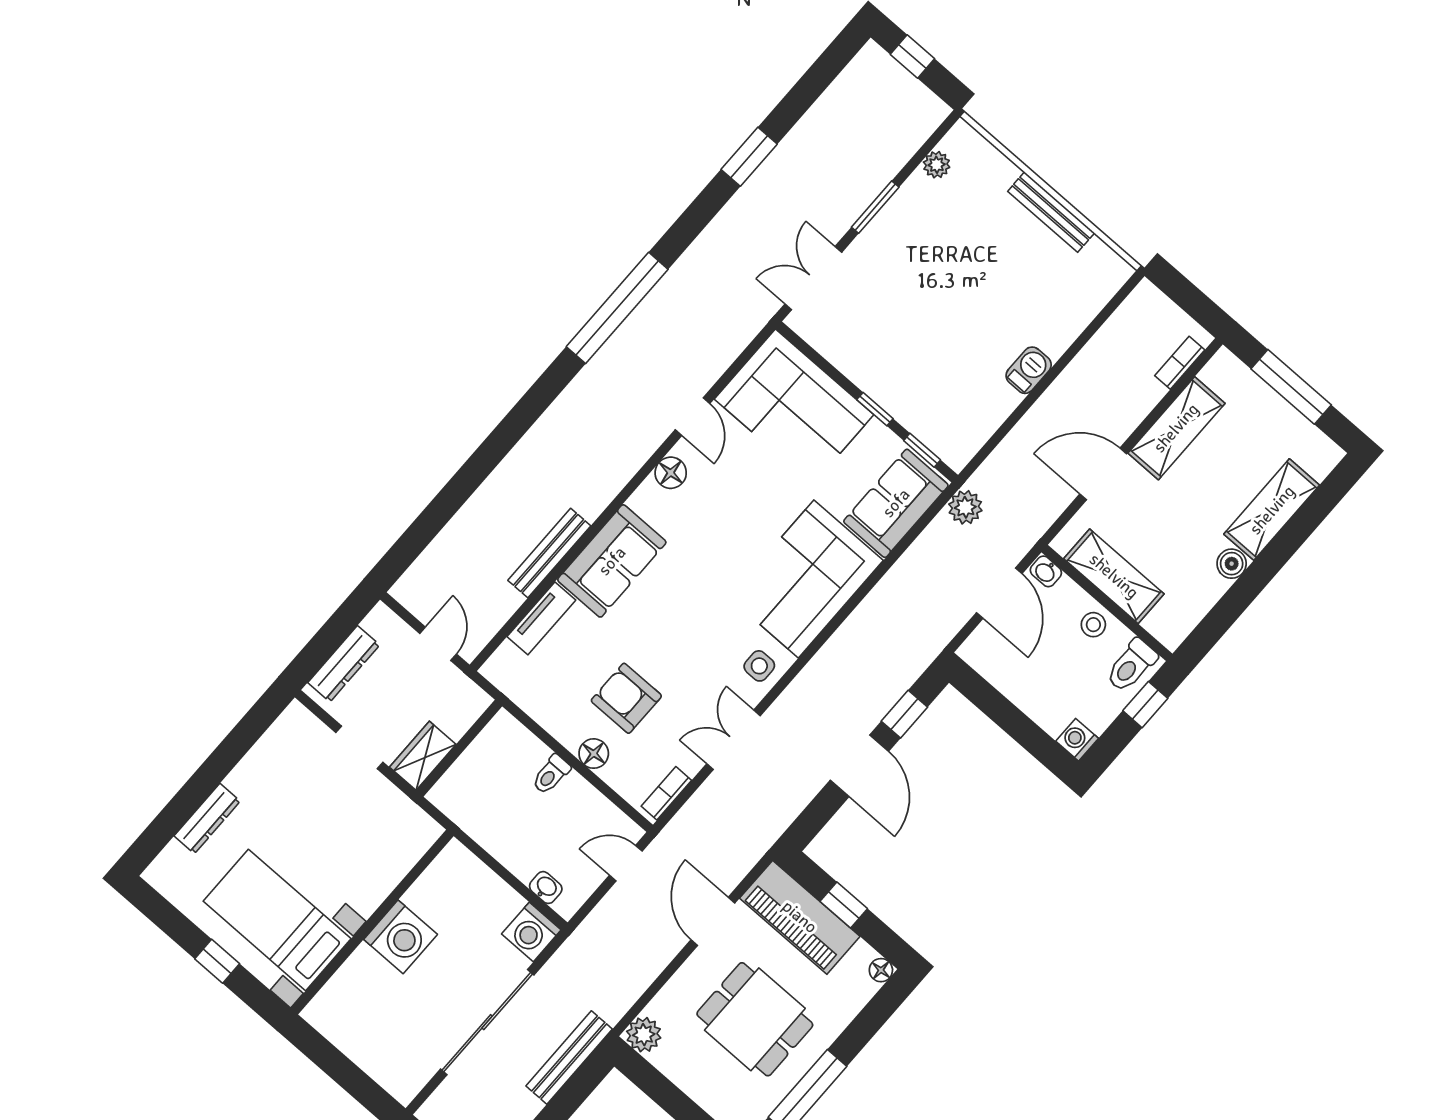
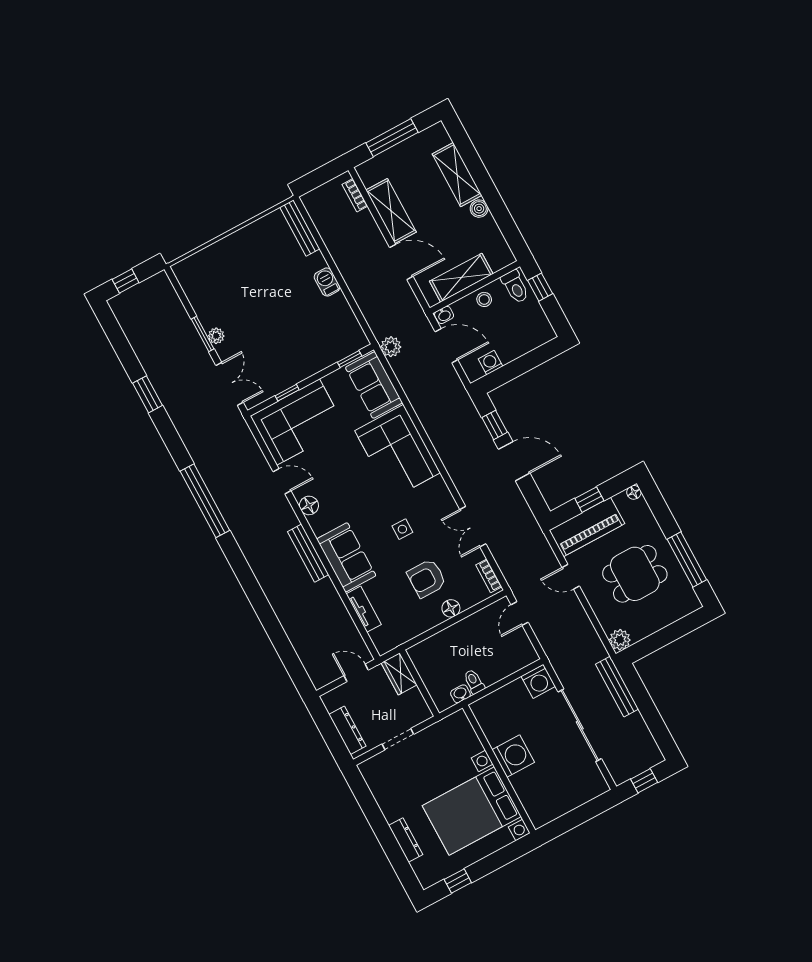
plant: (937, 165) -> (216, 336), moved
bench: (1051, 212) -> (300, 228), moved, turned 90
double door: (813, 278) -> (230, 384), swing flipped
window: (875, 409) -> (287, 393), moved
door: (1103, 474) -> (401, 262), swing flipped
bench: (549, 553) -> (308, 553), moved
side table: (759, 666) -> (402, 529), moved
washing machine: (1077, 740) -> (490, 363), moved, turned 90
wardrobe: (423, 756) -> (399, 674), moved
toilet: (551, 774) -> (474, 682), moved, turned 180
washbasin: (546, 888) -> (460, 694), moved
bed with nightstands: (277, 920) -> (472, 811), width x1.36
door: (713, 921) -> (571, 577), width x0.73
window: (217, 961) -> (458, 881), moved

